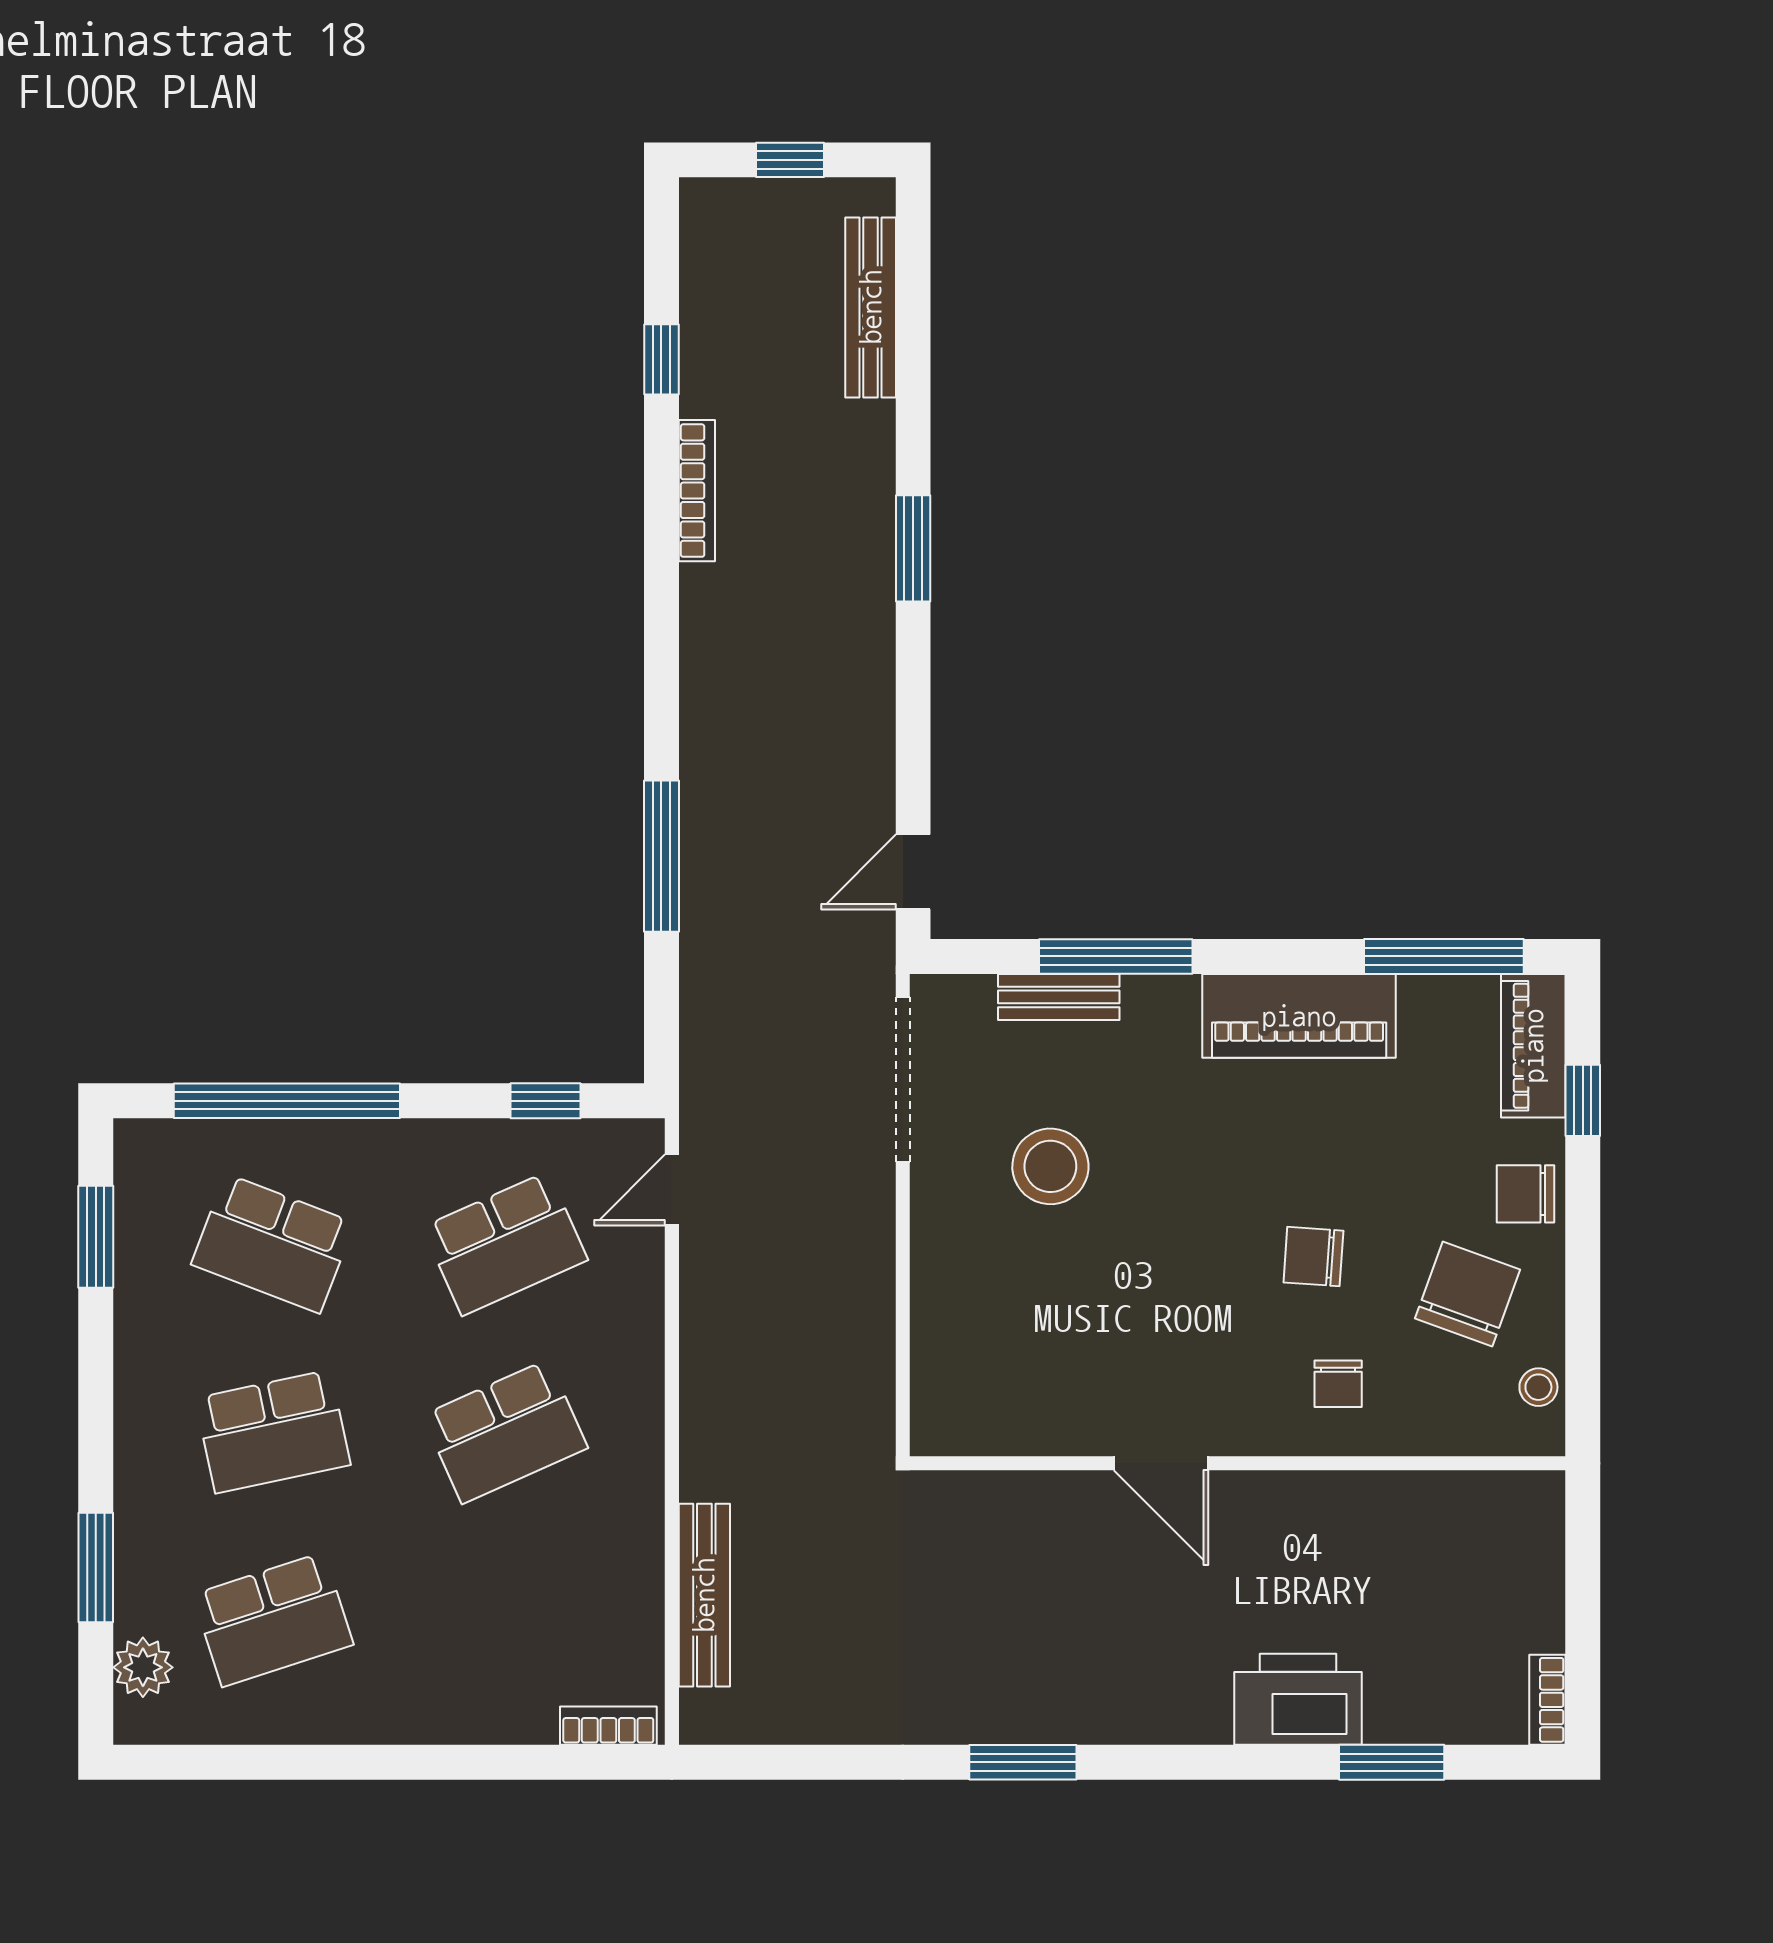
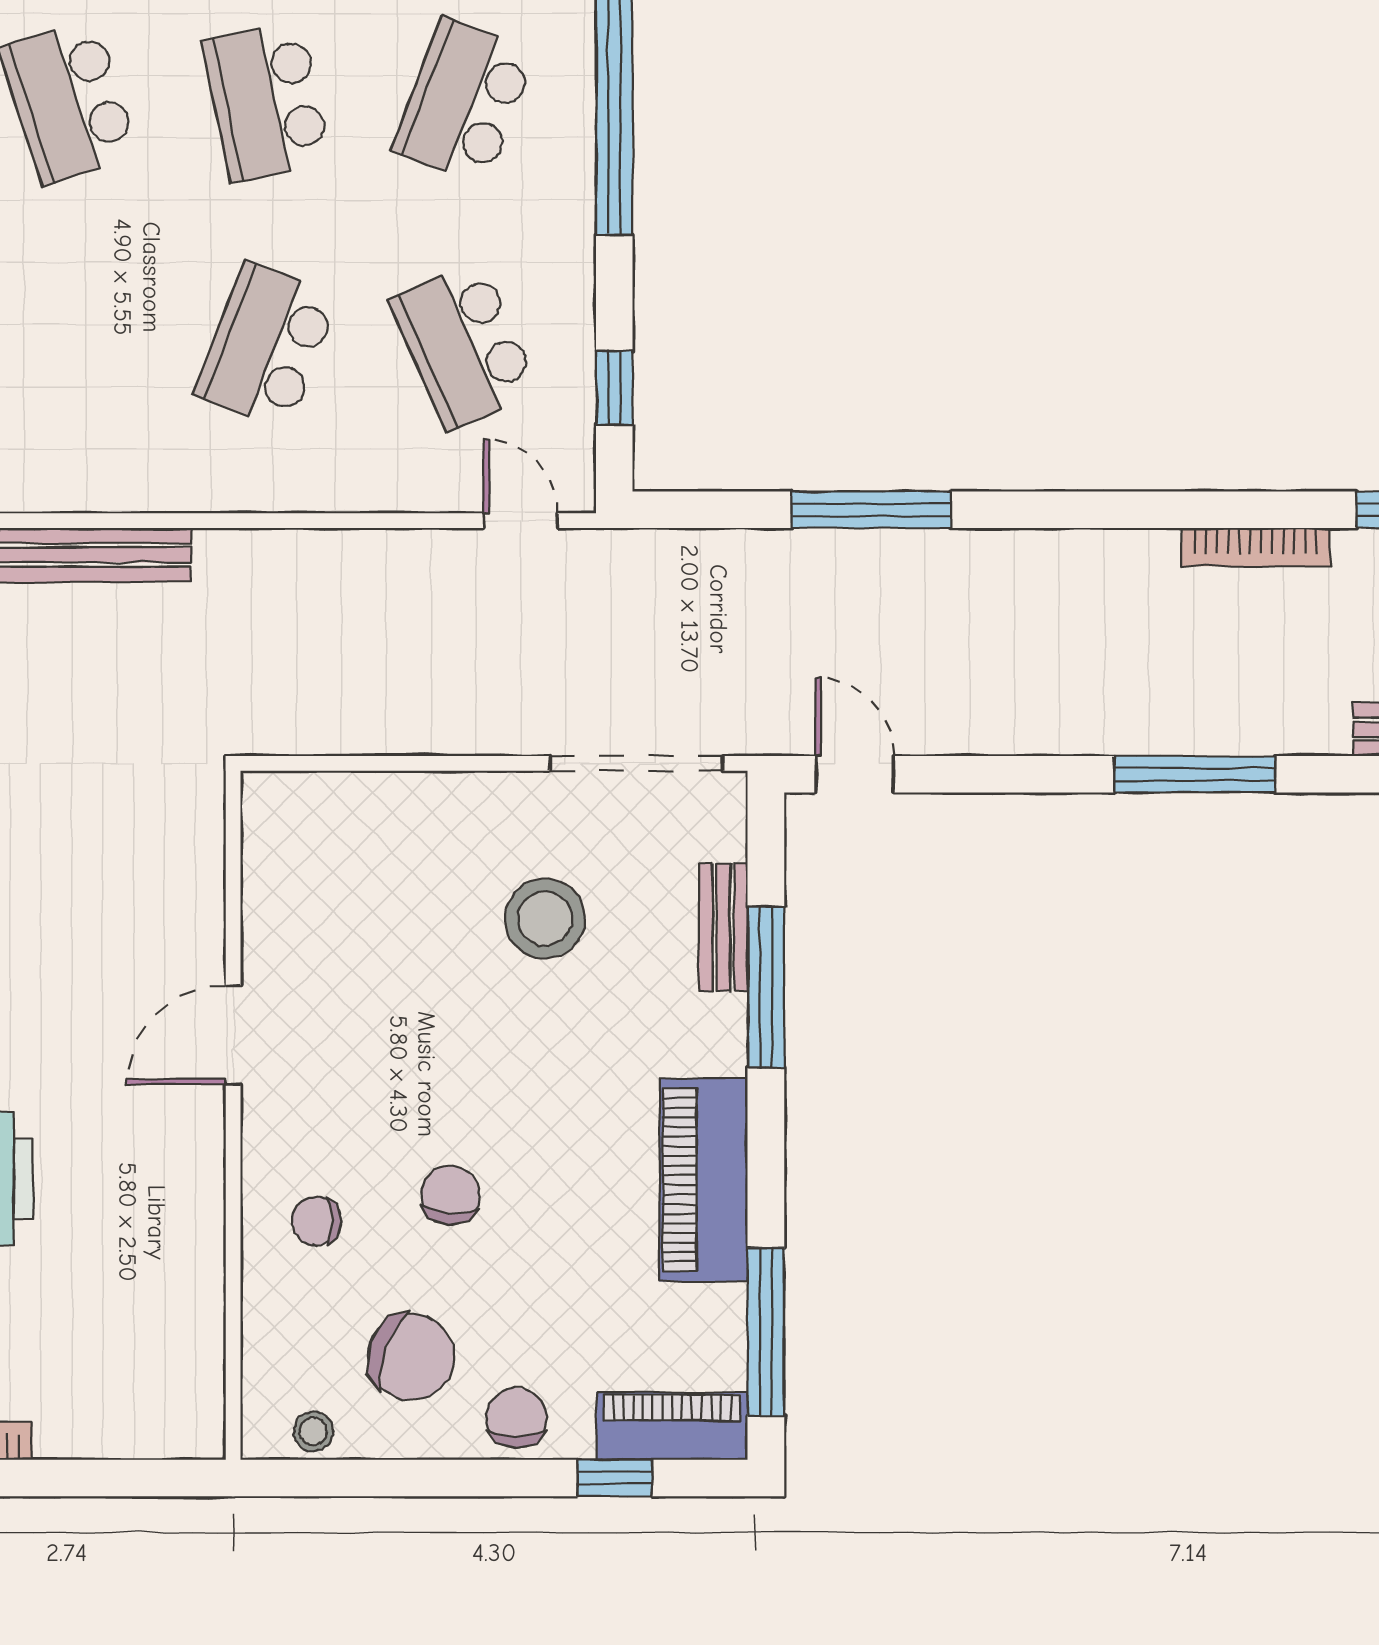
window: (913, 548) -> (1195, 774), width x1.44
school desk: (505, 1432) -> (267, 345), turned 45

